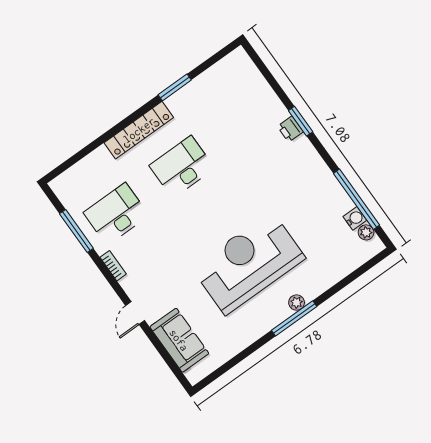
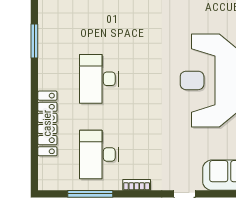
locker: (139, 130) -> (47, 123), moved

